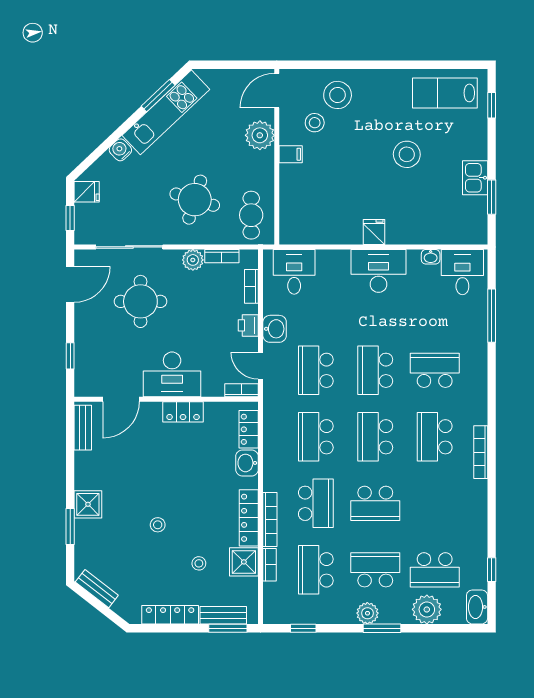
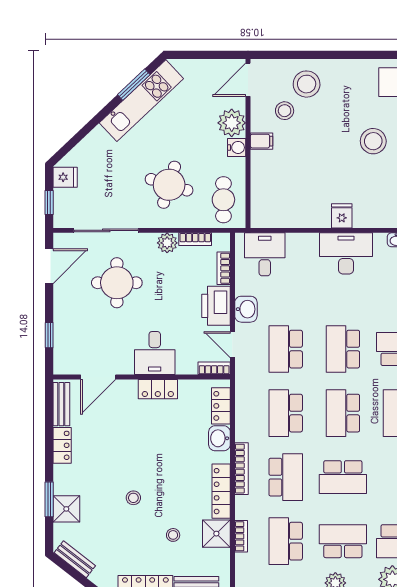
water cooler: (120, 150) -> (237, 147), moved, turned 133
printer: (248, 325) -> (216, 306), width x1.87, depth x1.48
desk: (172, 374) -> (155, 353), width x0.73
locker: (84, 470) -> (62, 445), added
shower: (88, 504) -> (66, 509), moved
bookcase: (270, 520) -> (241, 469), moved

